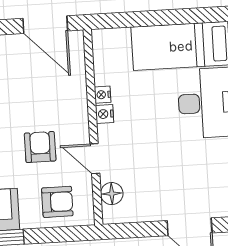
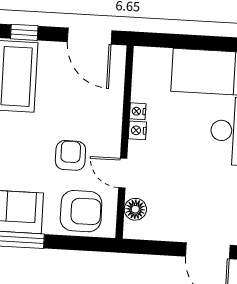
armchair: (57, 202) -> (81, 211), width x1.38, depth x1.38

